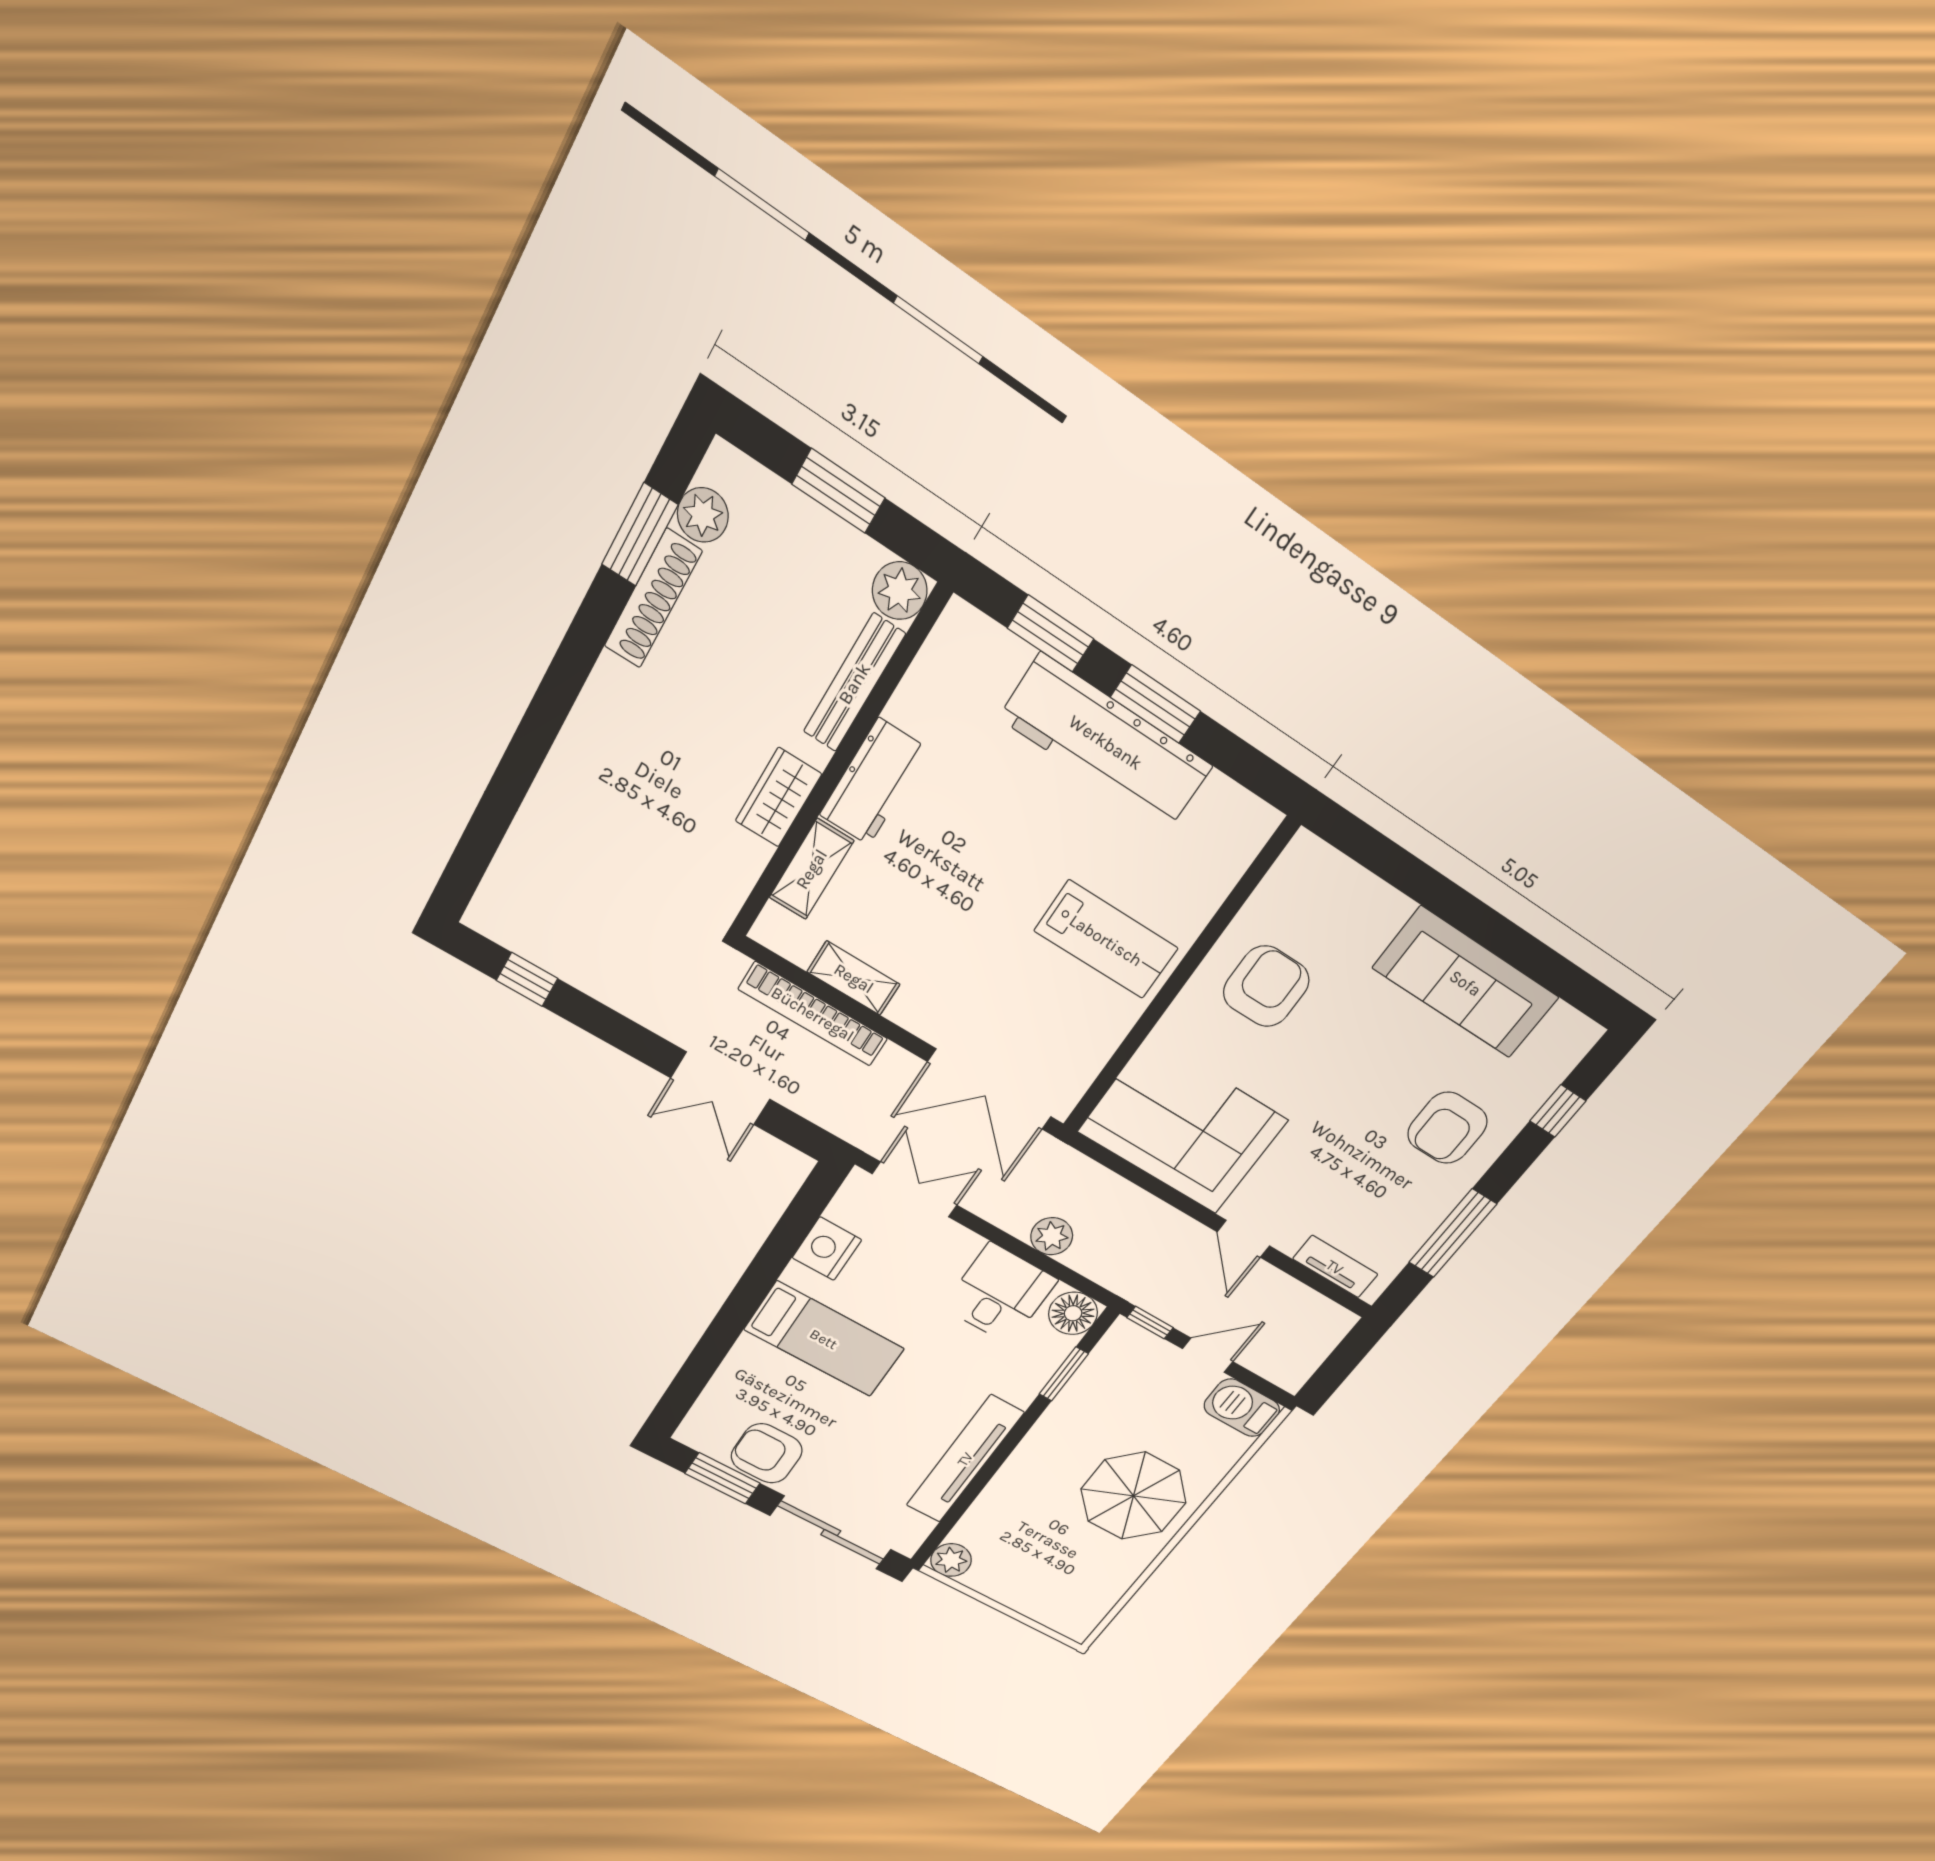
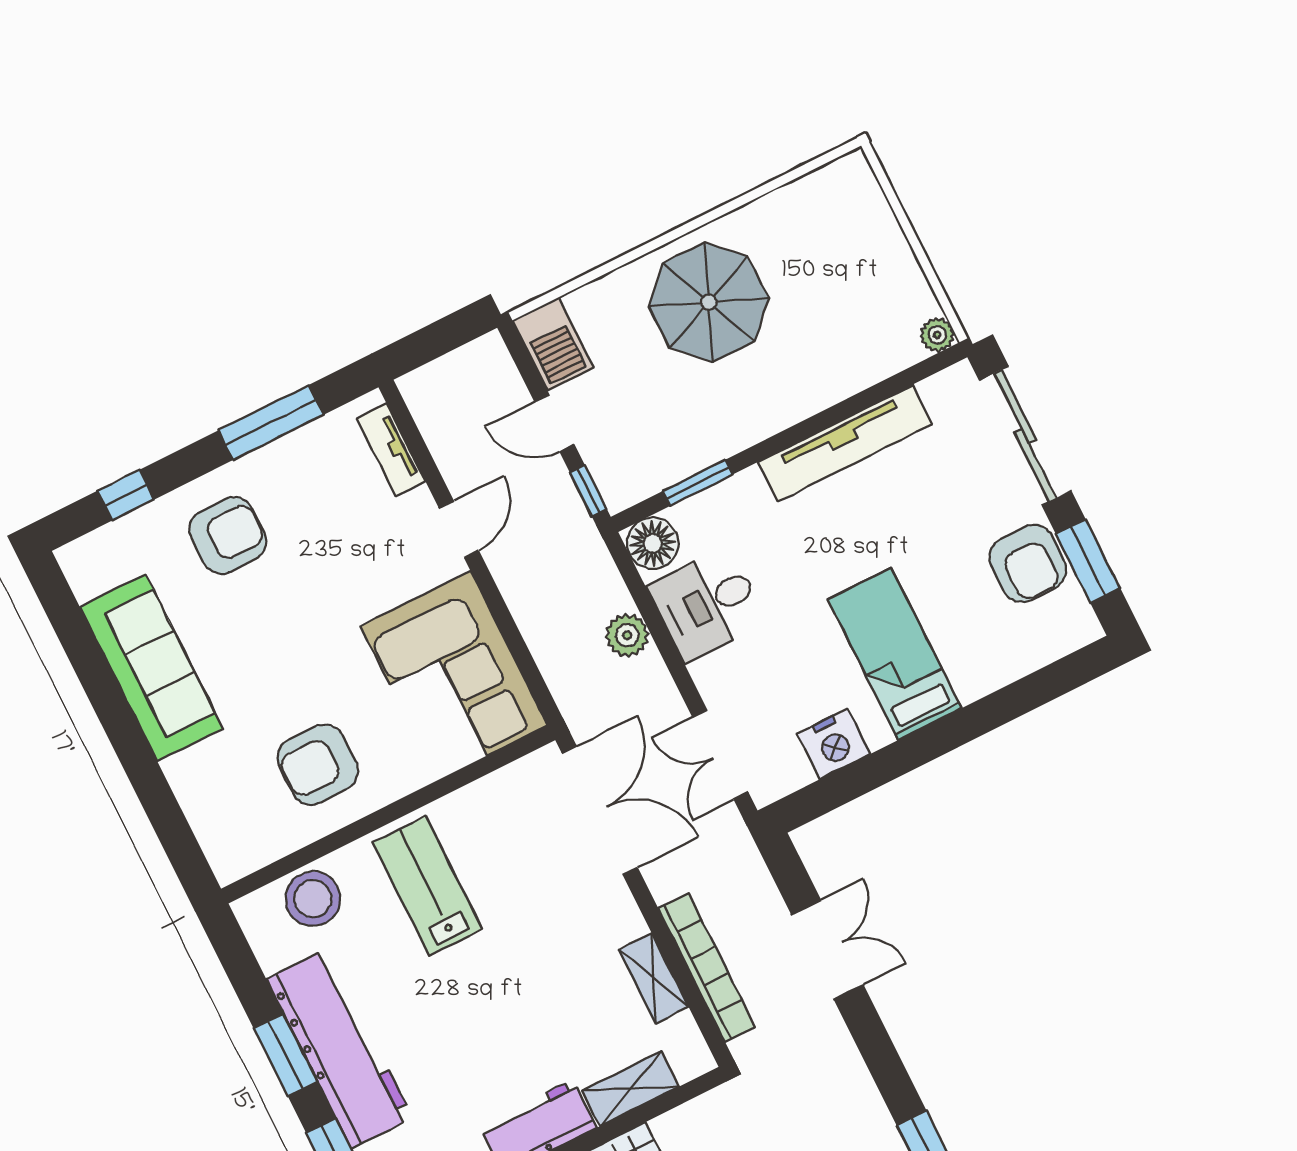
stool: (1207, 867) -> (313, 899), added
plant: (951, 1560) -> (937, 335), width x0.73, depth x0.73

